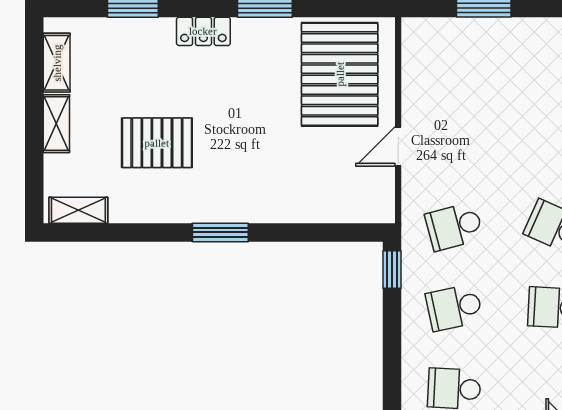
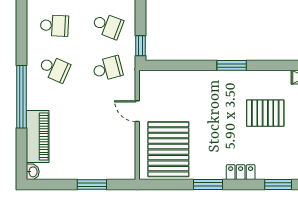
door: (398, 146) -> (137, 111), swing flipped
school desk: (454, 308) -> (108, 26), turned 33

